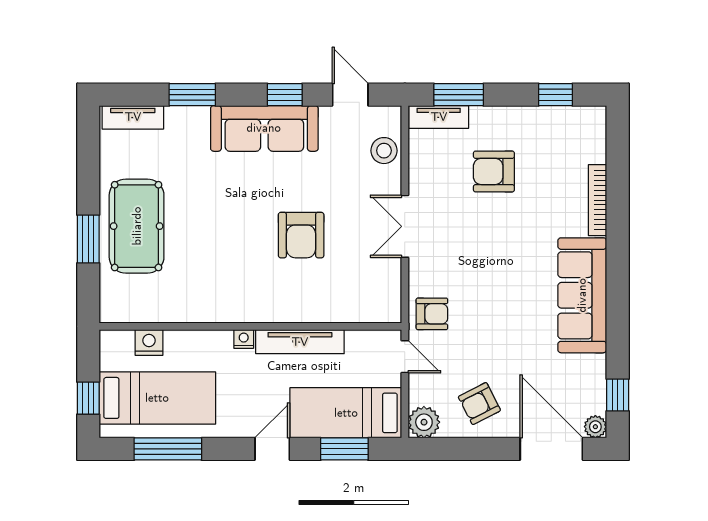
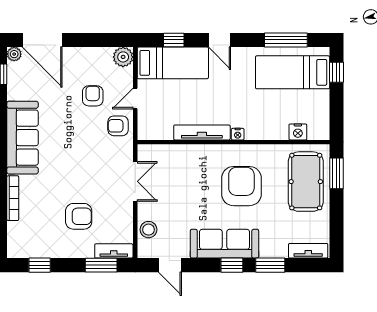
window: (285, 95) -> (232, 265), moved
armchair: (301, 235) -> (241, 186), moved, width x1.36, depth x1.36
wall: (250, 326) -> (233, 142), moved
nightstand: (244, 339) -> (238, 134), moved
tv unit: (300, 342) -> (202, 132), moved
nightstand: (149, 343) -> (298, 132), moved
door: (405, 357) -> (135, 99), hinge flipped
armchair: (479, 404) -> (93, 96), moved, turned -63
door: (272, 449) -> (220, 40), hinge flipped
window: (344, 449) -> (174, 40), width x0.67

